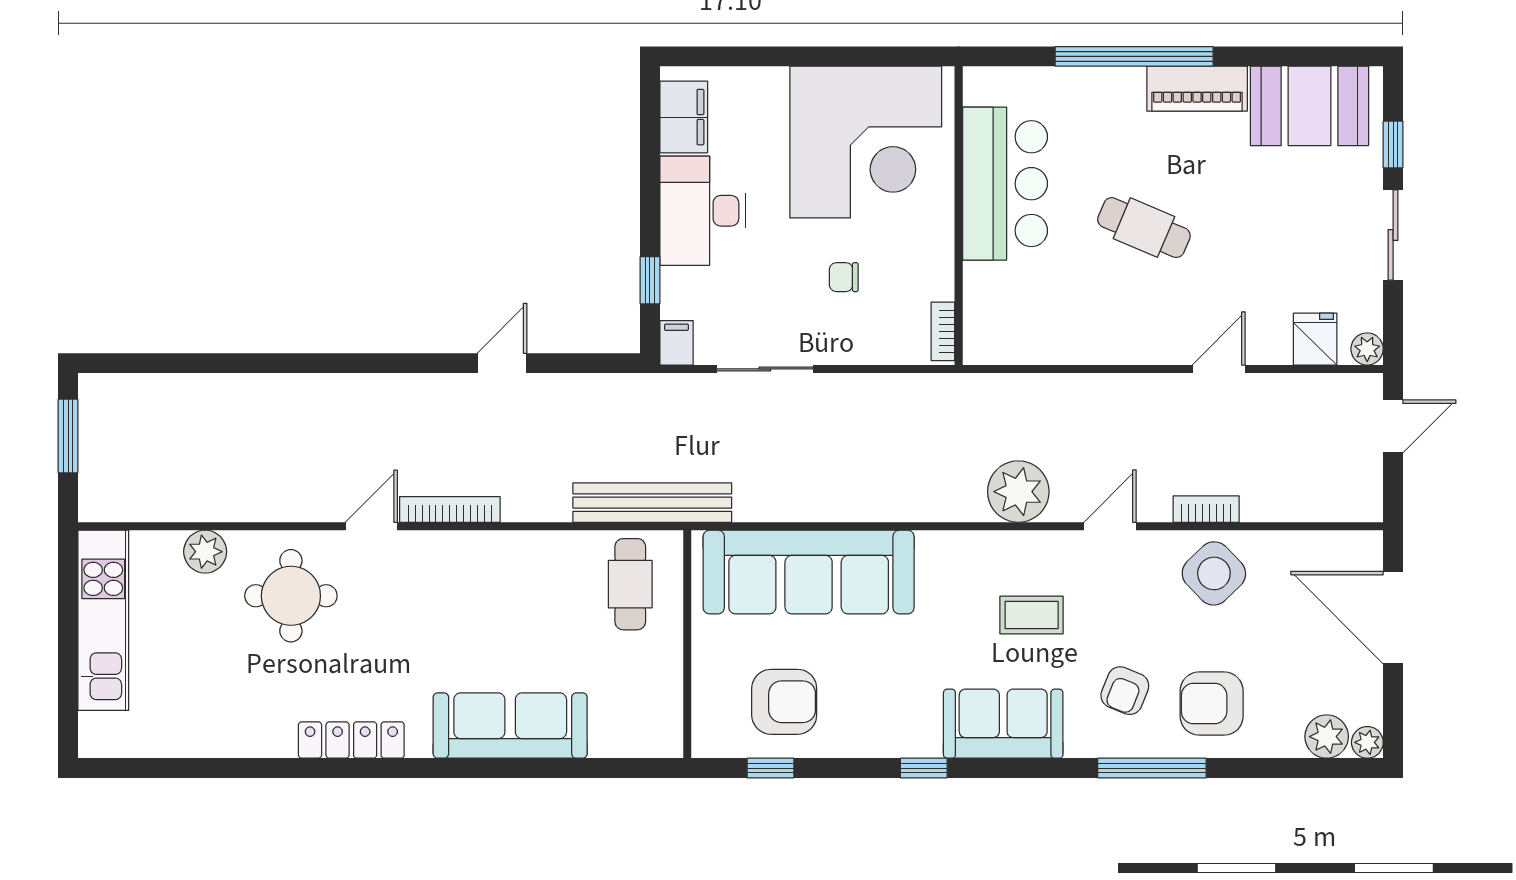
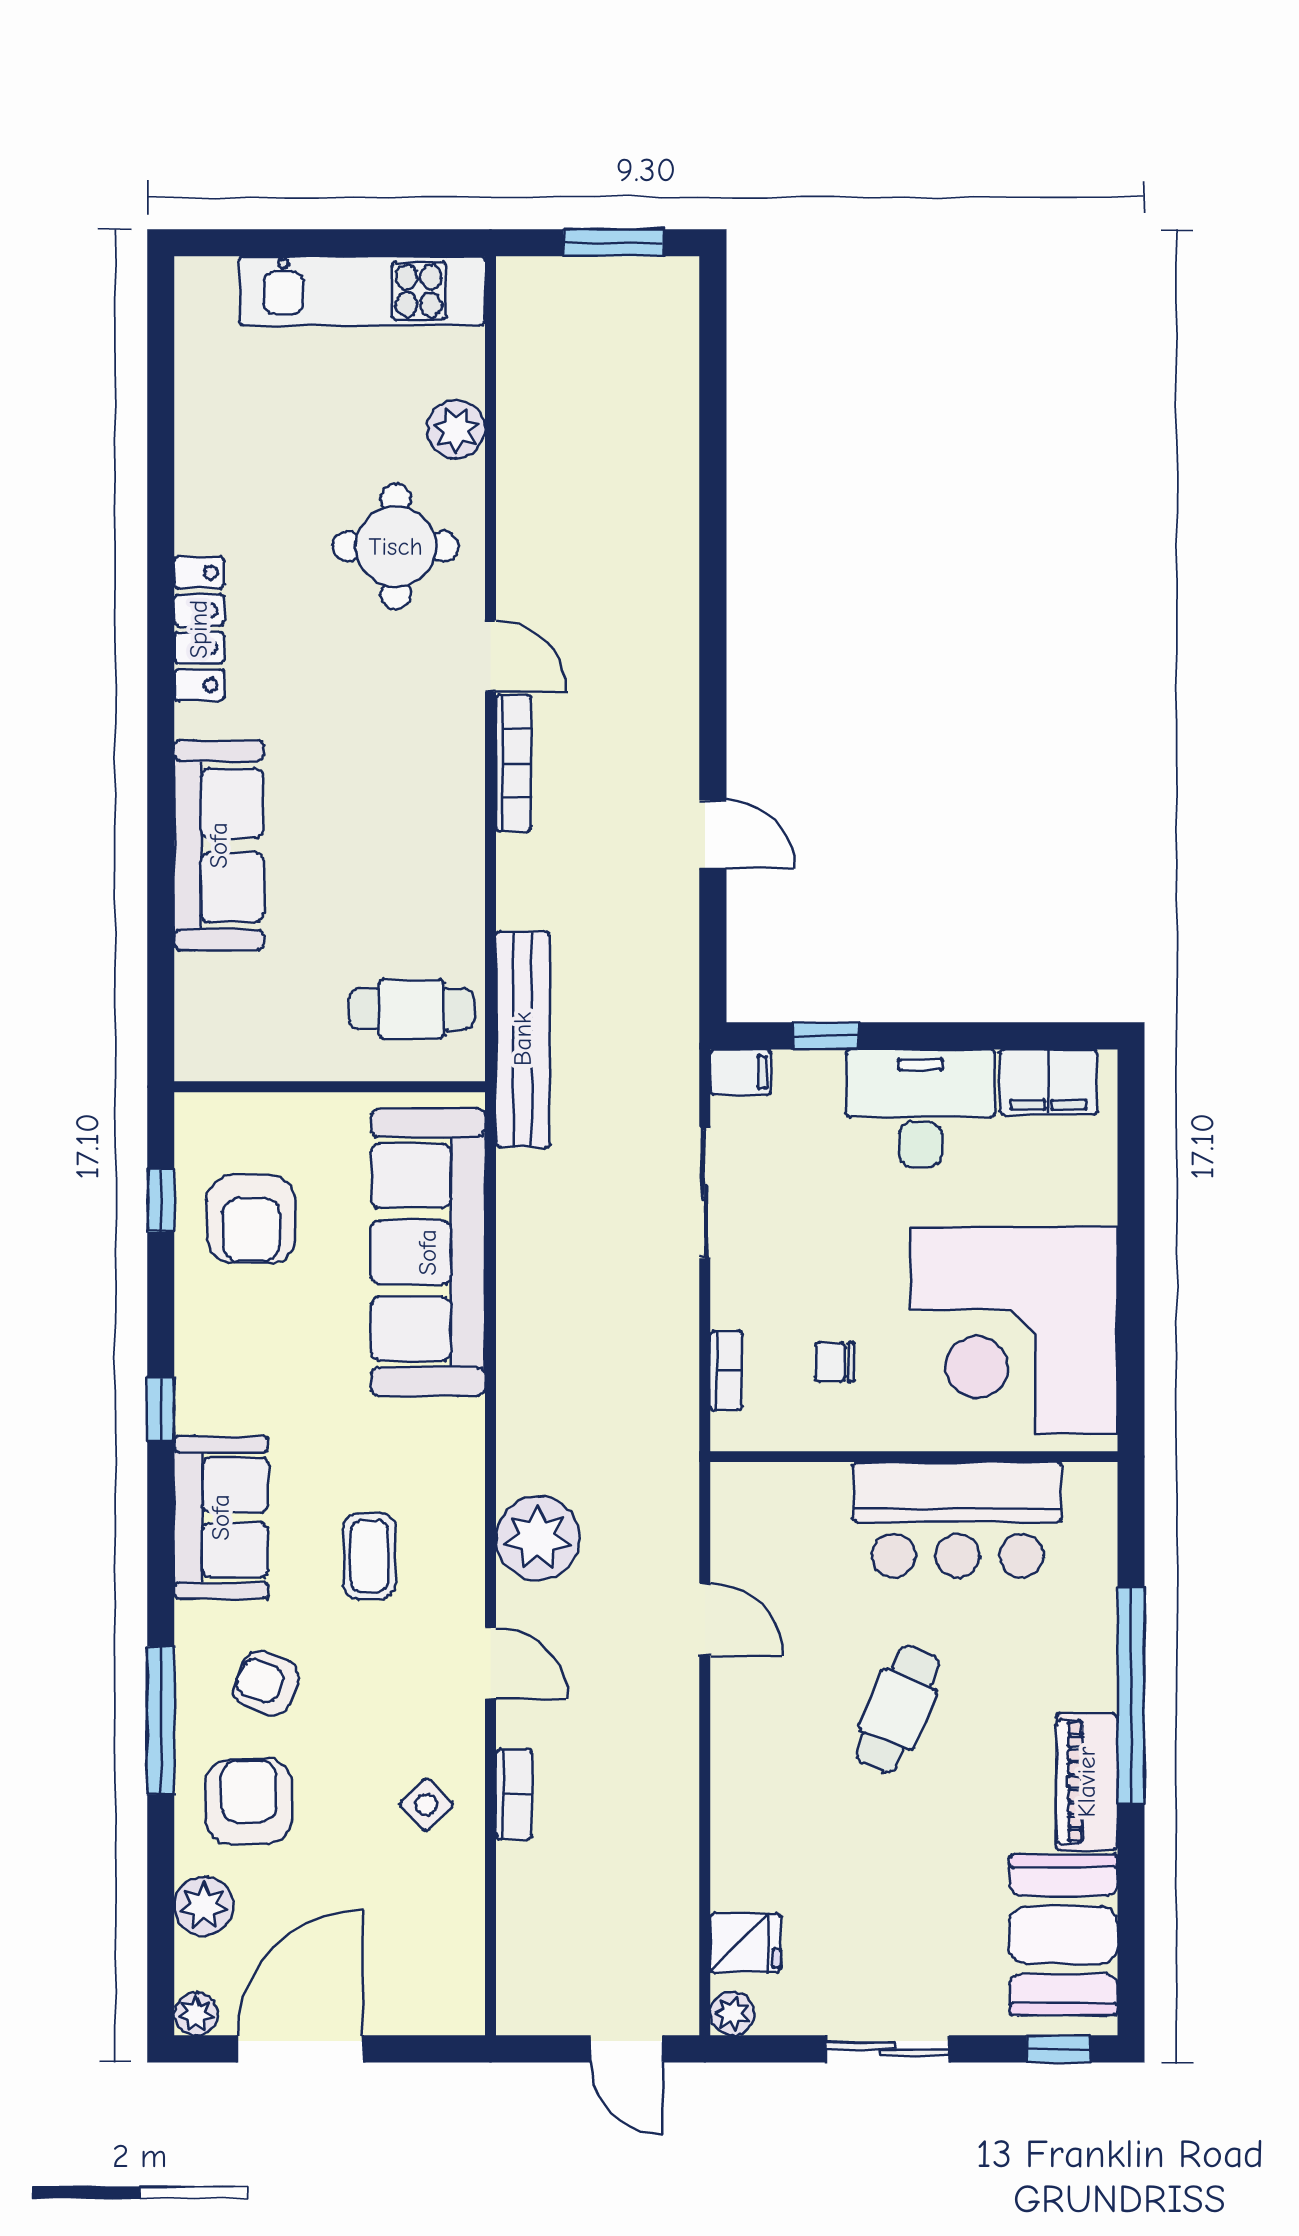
window: (1393, 145) -> (1059, 2049), moved
chair: (844, 277) -> (835, 1362), moved, turned -90
bookcase: (943, 331) -> (726, 1370), moved, turned 90
door: (1219, 369) -> (705, 1619), moved
side table: (1214, 573) -> (426, 1805), width x0.54, depth x0.54
door: (1393, 618) -> (300, 2049), moved
plant: (1327, 737) -> (204, 1906), moved

